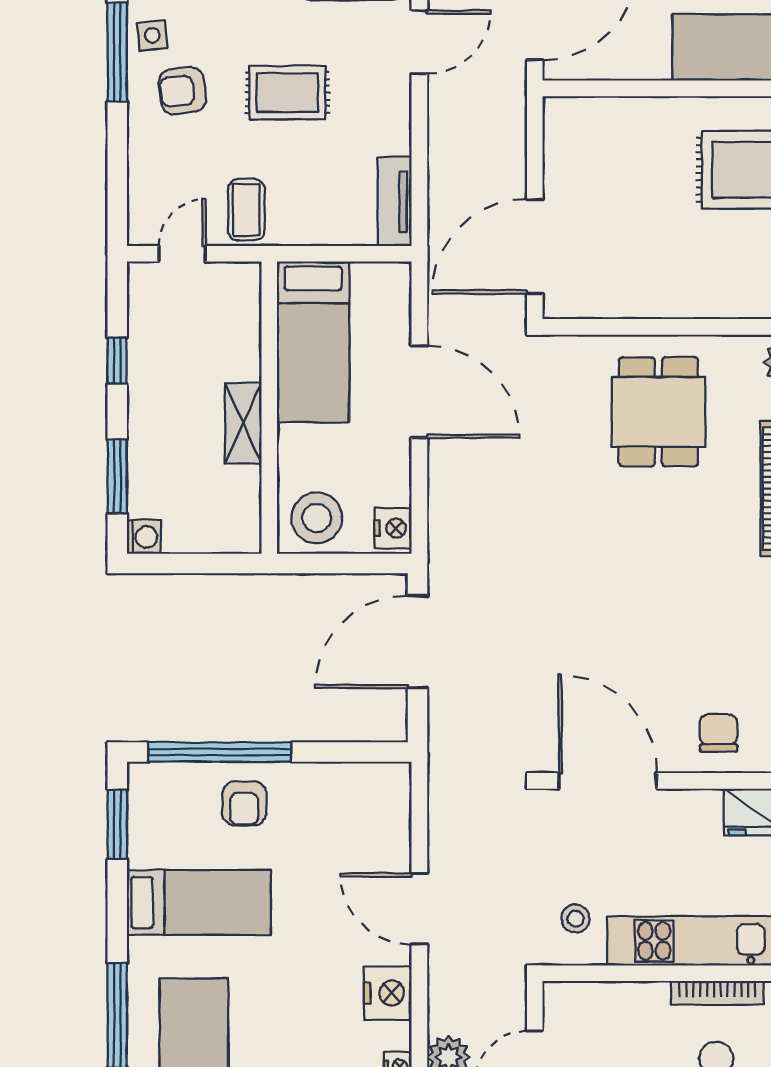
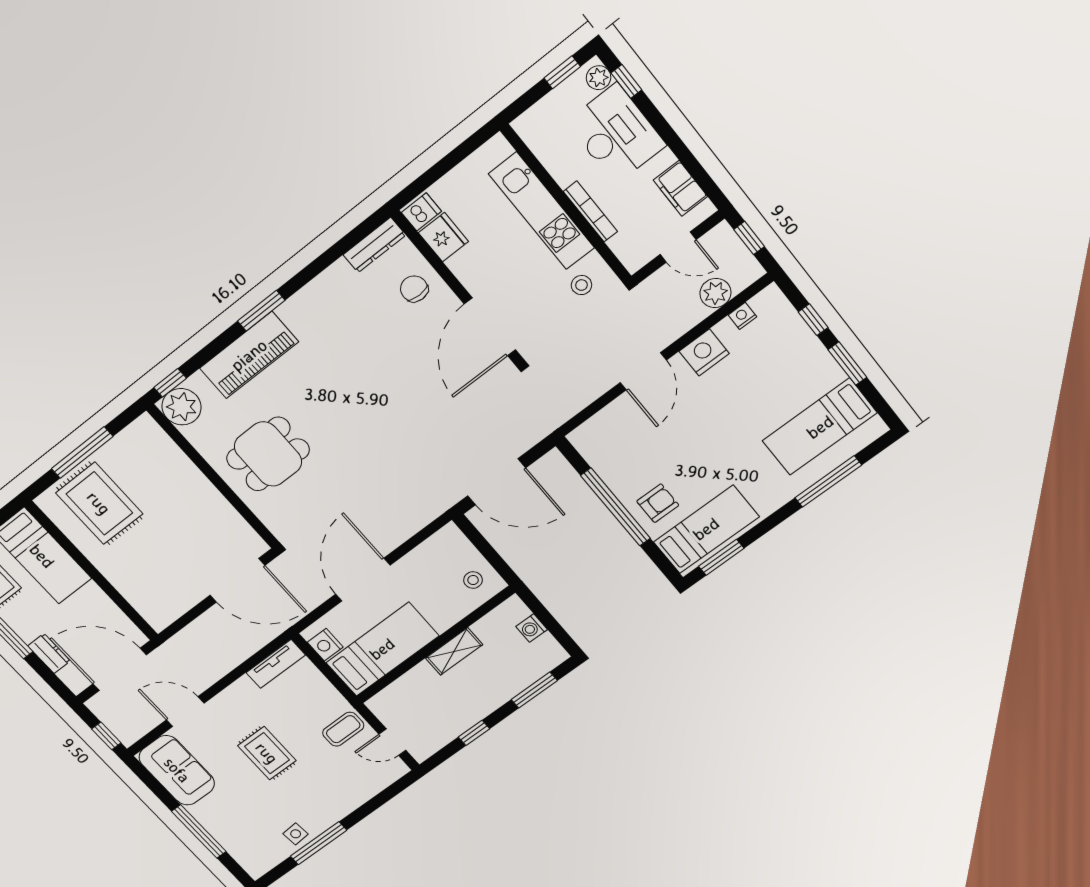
armchair: (182, 91) -> (310, 801), removed
stool: (317, 518) -> (473, 580), width x0.53, depth x0.53
nightstand: (393, 528) -> (325, 645), moved, turned -90
washing machine: (144, 537) -> (532, 628), moved, turned -90
chair: (719, 733) -> (414, 289), turned 90
window: (220, 752) -> (616, 507), moved
bed: (199, 903) -> (706, 529), moved, turned 90
bookcase: (717, 993) -> (590, 211), moved

